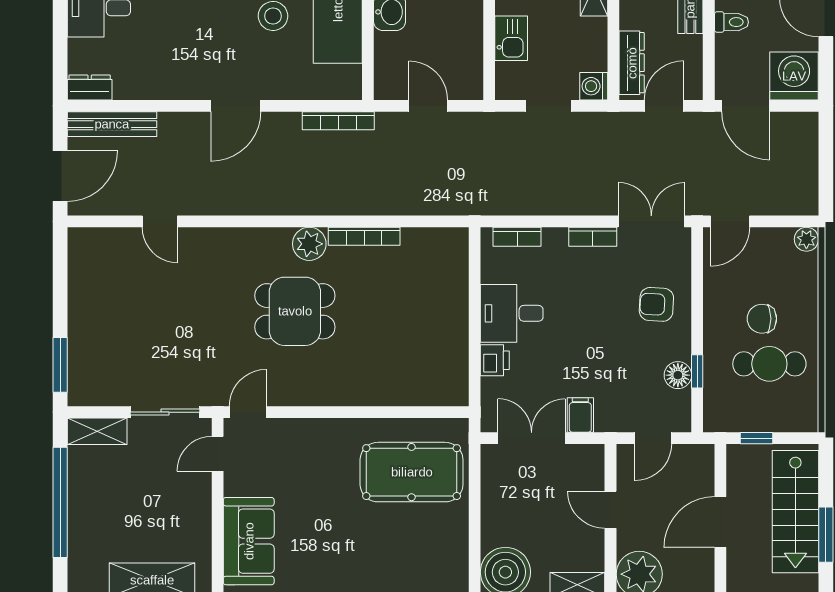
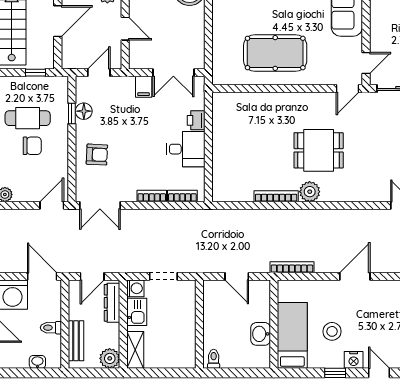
kitchen sink: (511, 38) -> (137, 312), moved, turned 180
bookcase: (593, 237) -> (152, 196), moved
pool table: (412, 472) -> (275, 53), moved

